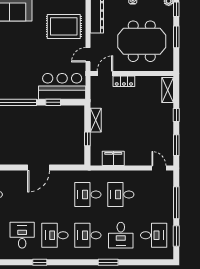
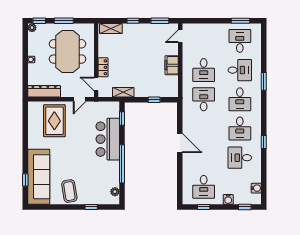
door: (88, 55) -> (80, 99), hinge flipped
bar counter: (62, 86) -> (108, 139), moved
window: (53, 102) -> (122, 119), moved
shelving: (96, 120) -> (123, 92), moved
filing cabinet: (113, 158) -> (172, 65), moved
desk: (88, 195) -> (204, 99), turned 180
window: (176, 203) -> (211, 21), removed

